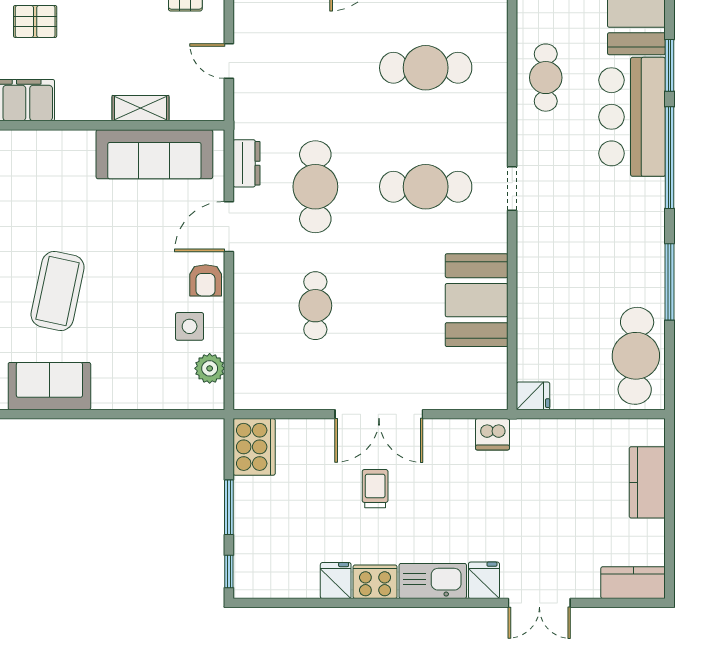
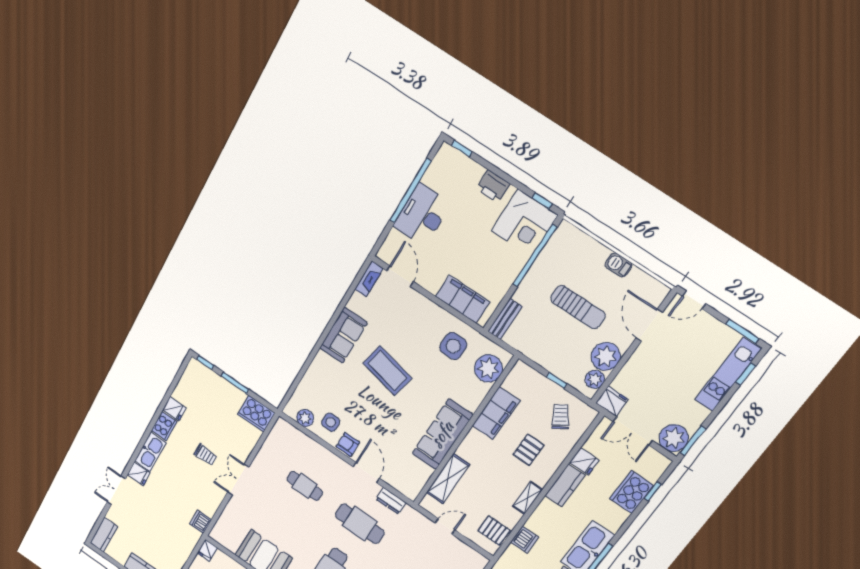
shelving: (141, 108) -> (448, 479), width x1.50, depth x1.33
sofa: (154, 154) -> (442, 434), moved
double door: (379, 414) -> (238, 480), width x0.73

